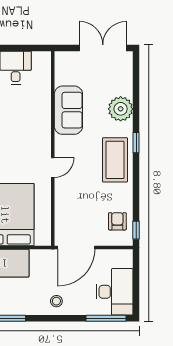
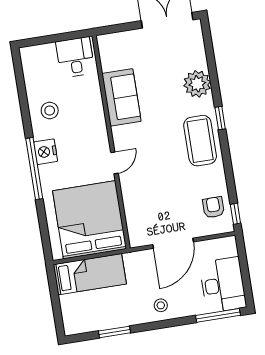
sofa: (68, 110) -> (122, 97), moved
wall: (53, 149) -> (111, 142), moved
door: (53, 167) -> (114, 163), moved

